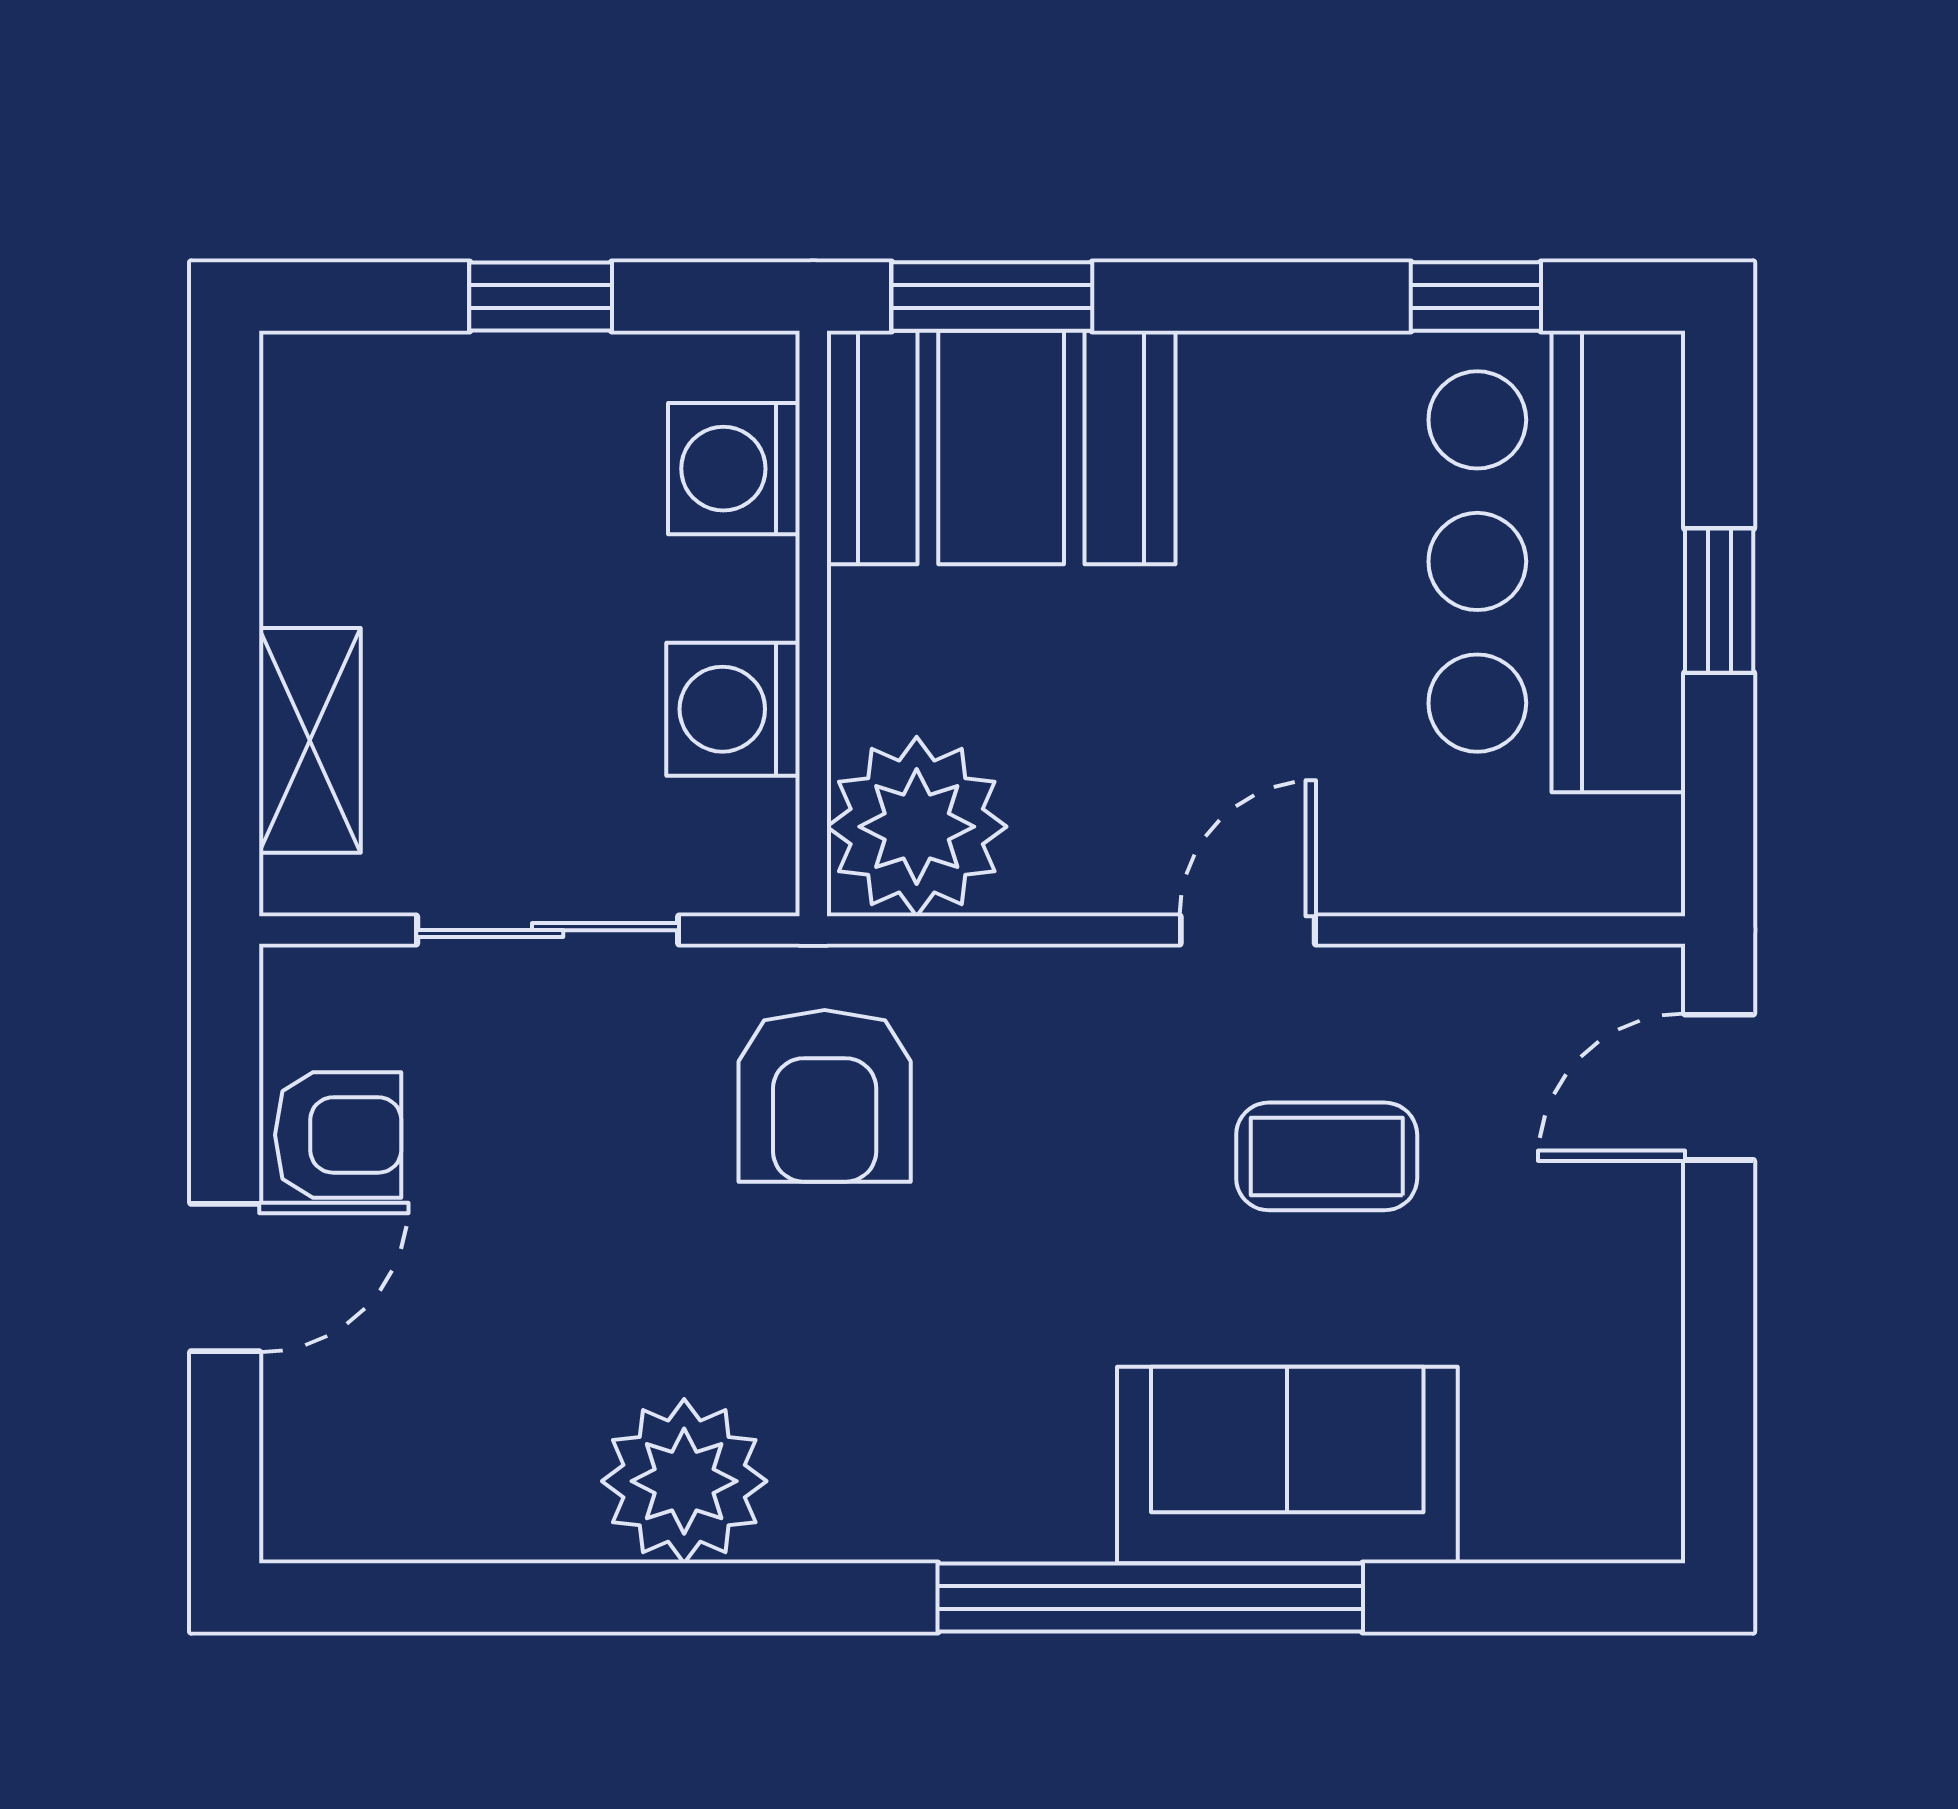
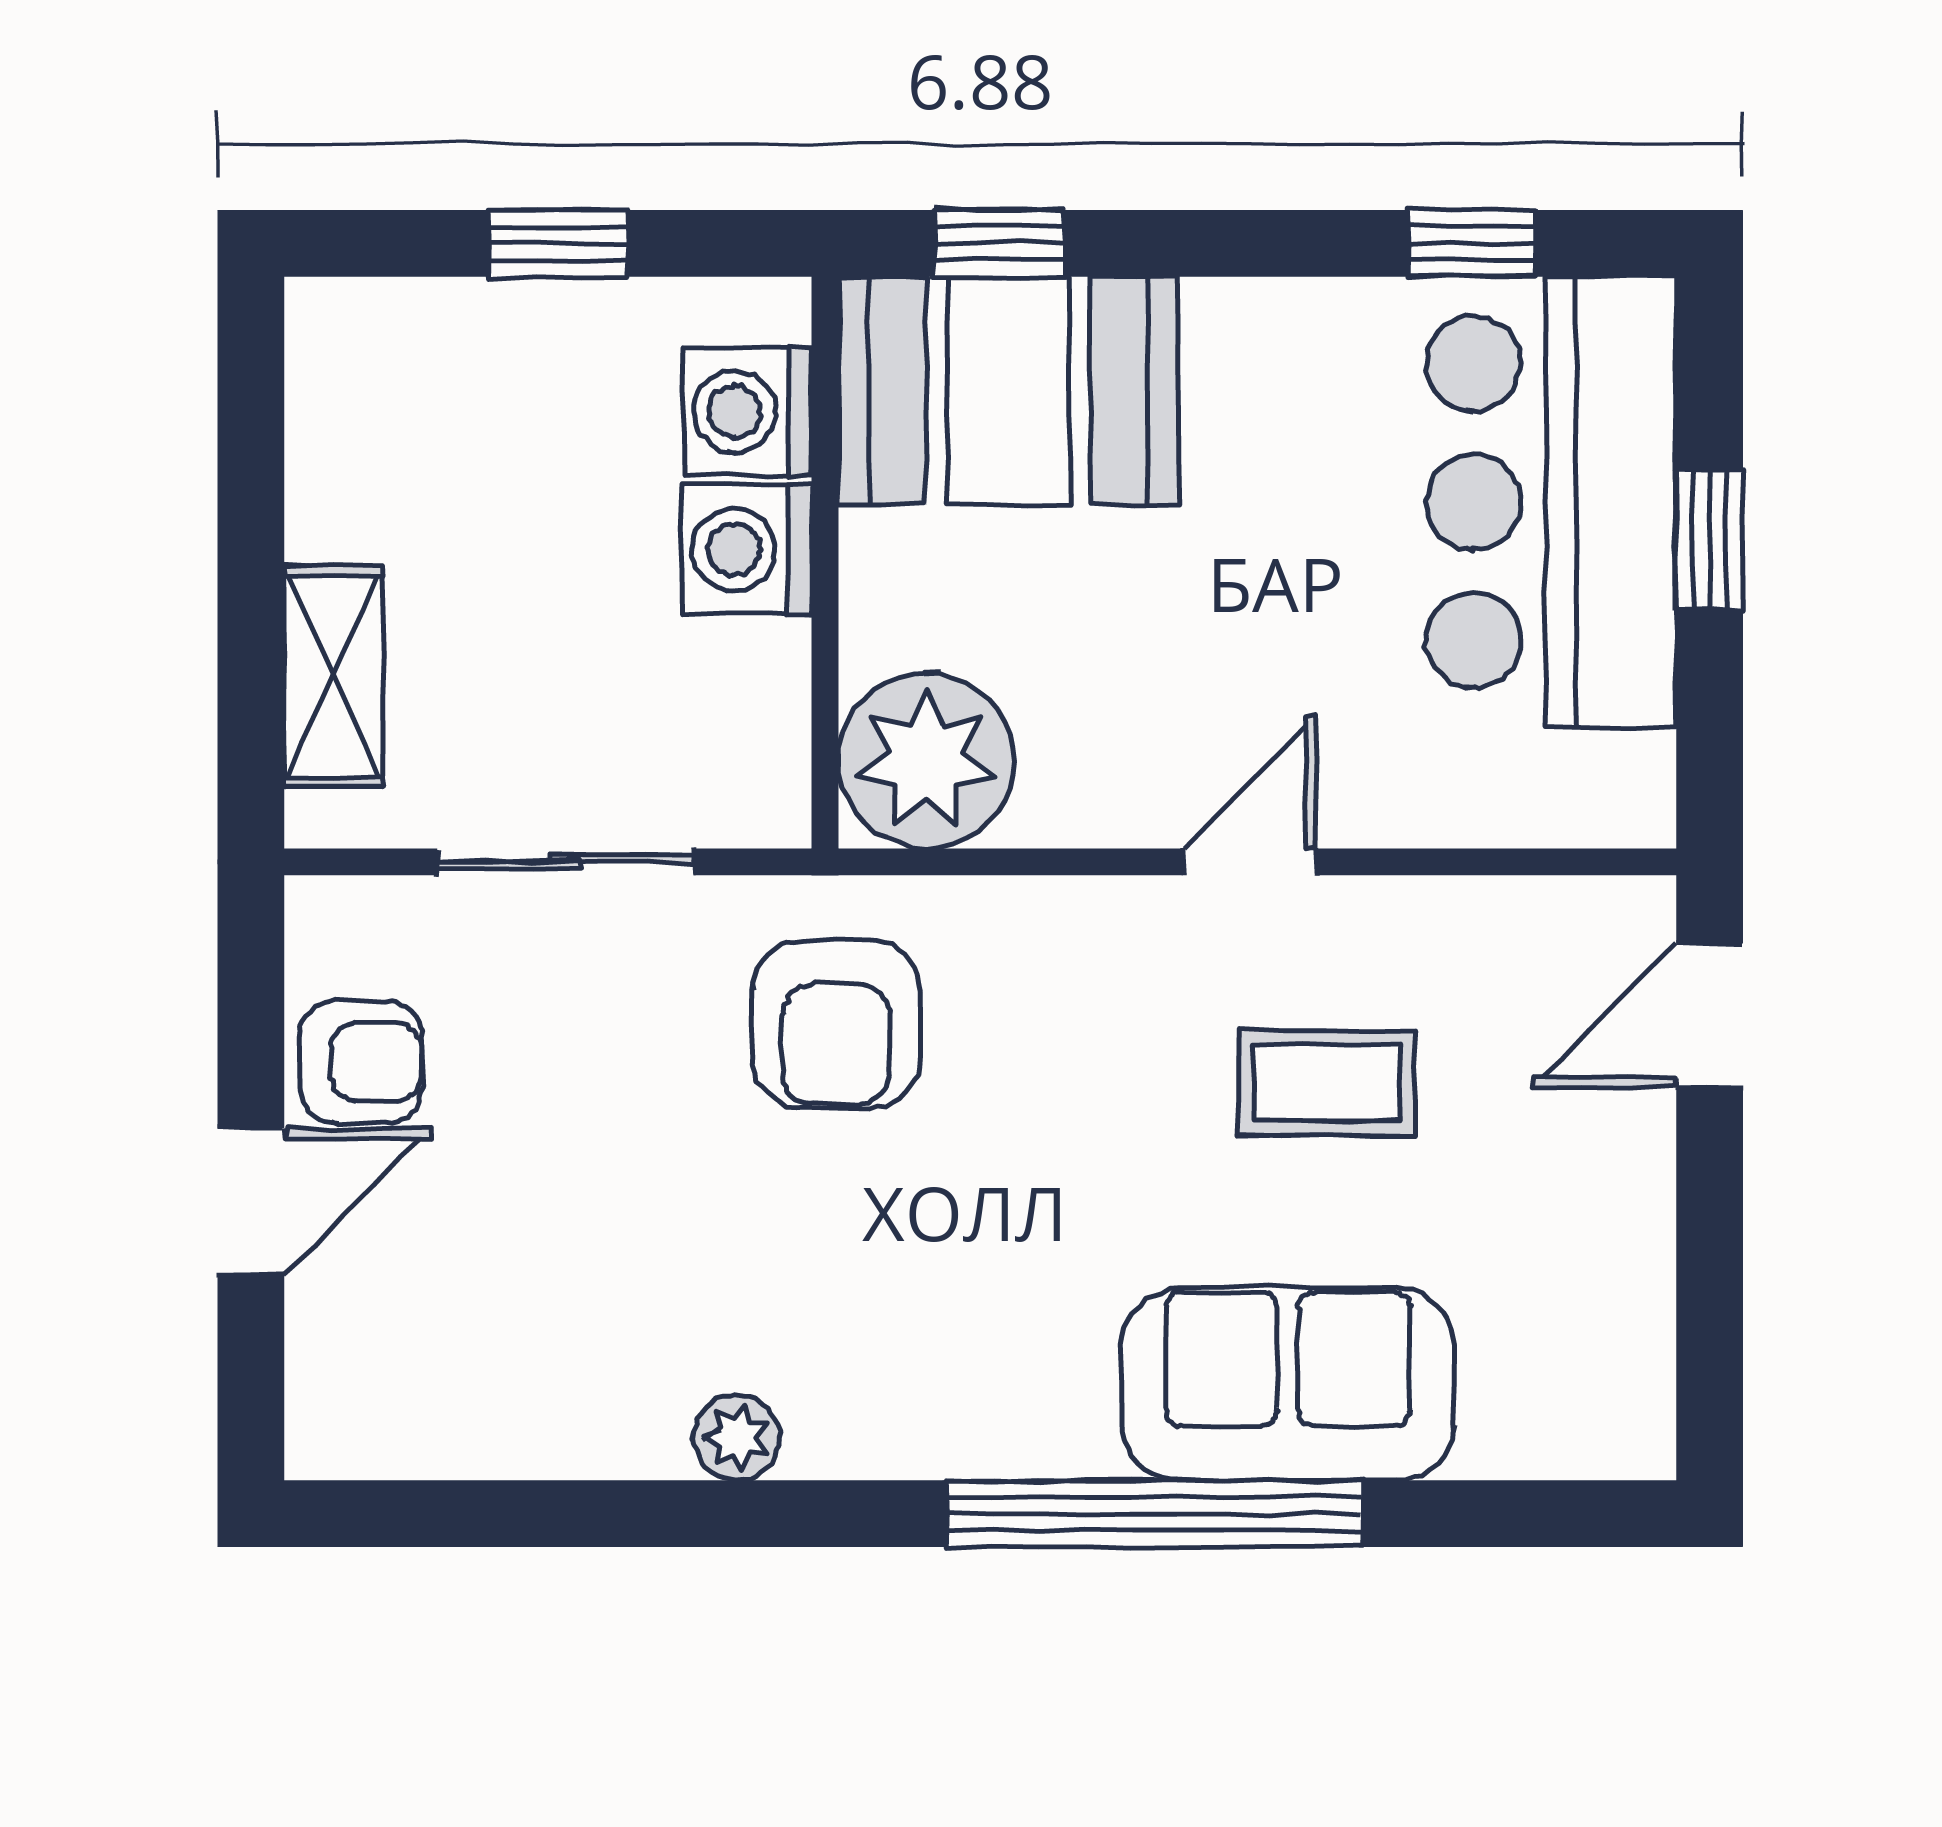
window: (992, 297) -> (999, 243), width x0.67
washing machine: (733, 709) -> (747, 549), moved
plant: (684, 1481) -> (737, 1437), width x0.53, depth x0.53

